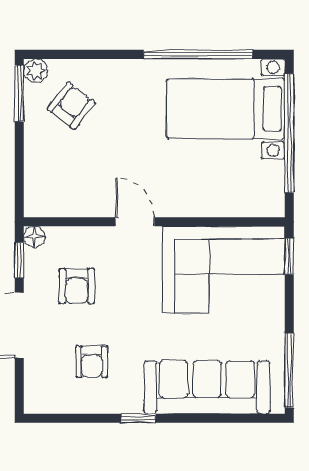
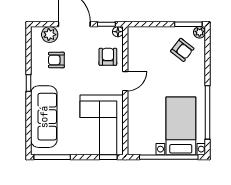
armchair: (77, 286) -> (108, 57), moved, turned 90
plant: (40, 375) -> (50, 35), added

